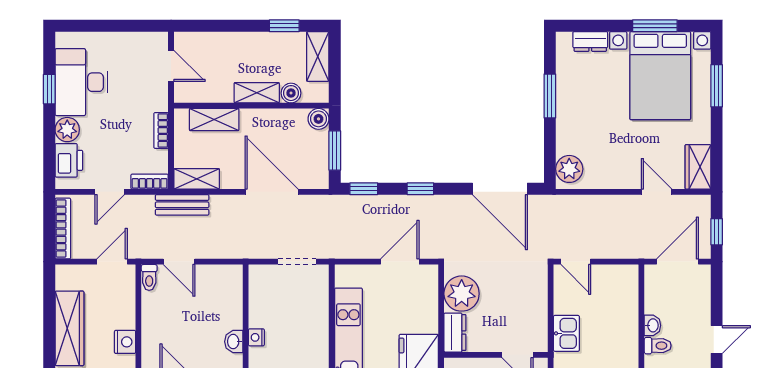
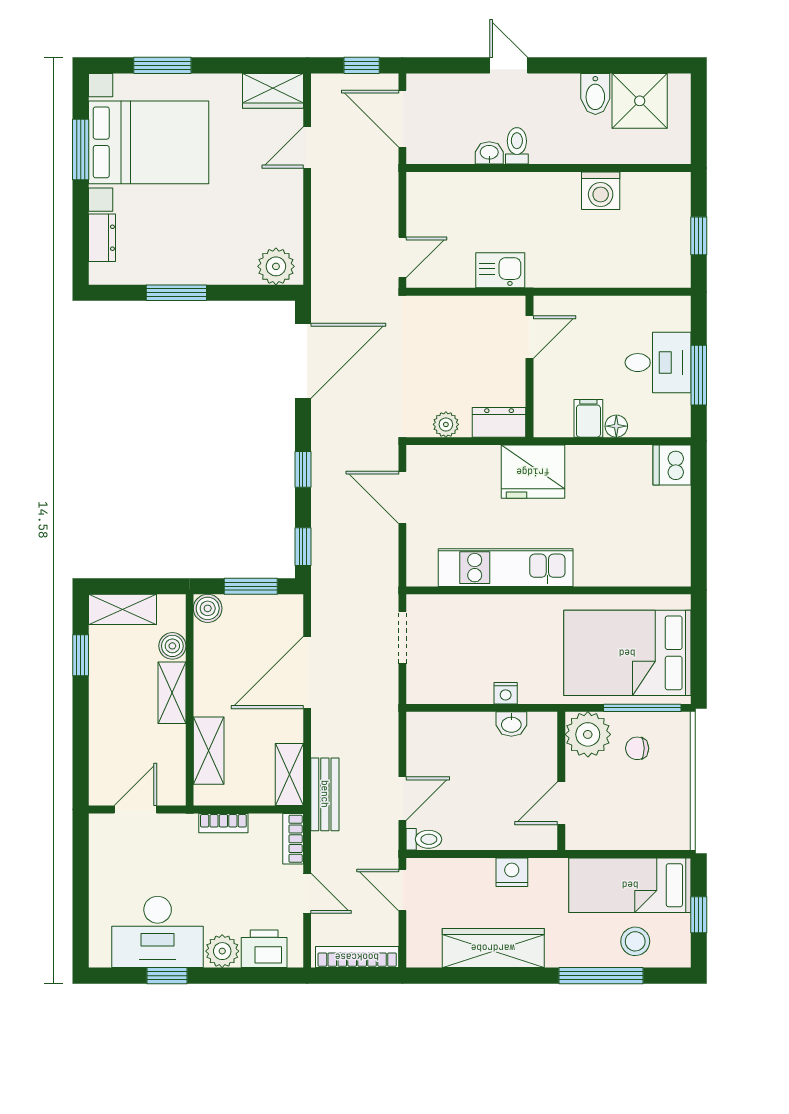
plant: (462, 294) -> (446, 424), width x0.53, depth x0.53

